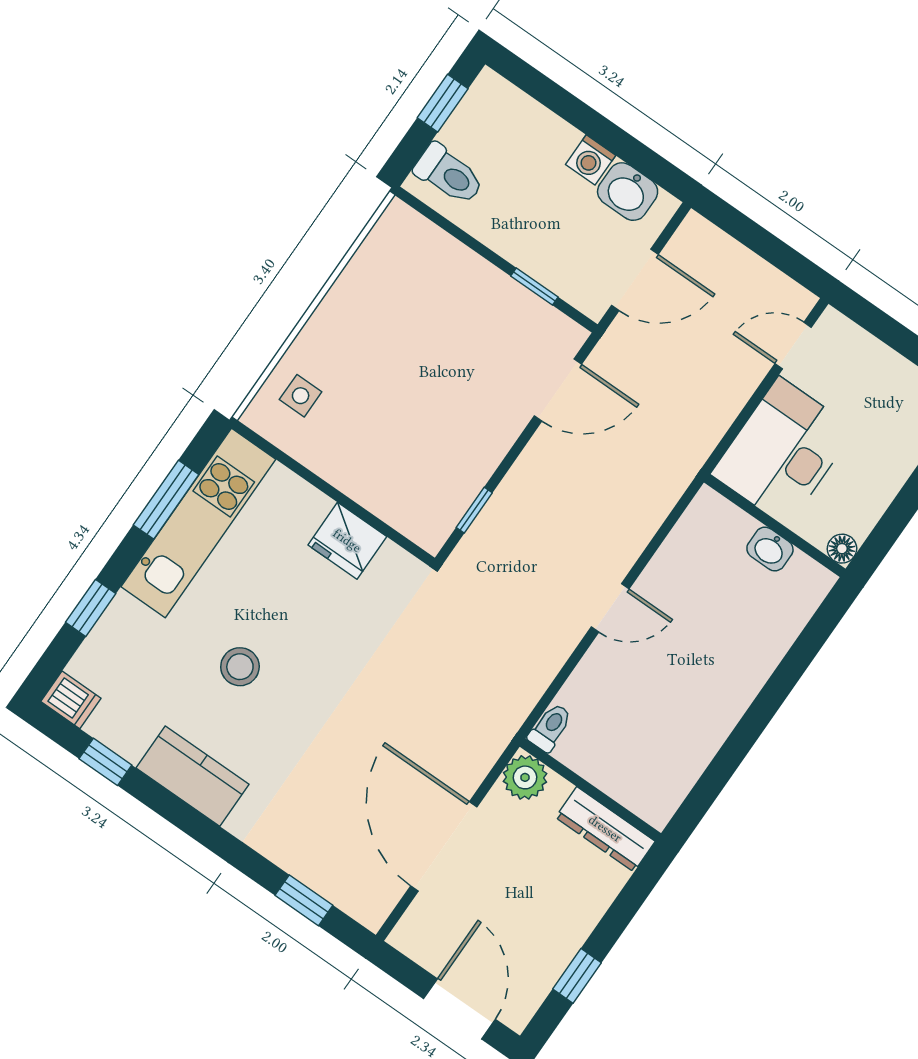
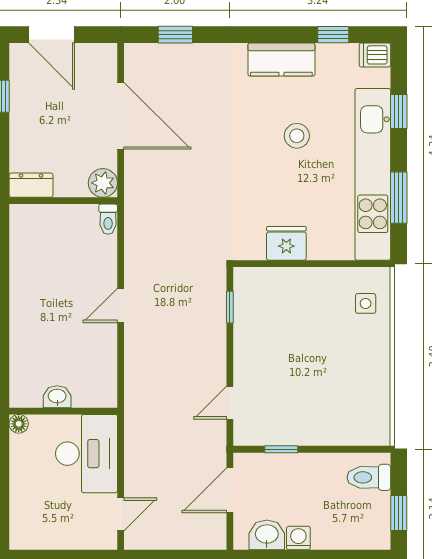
door: (558, 390) -> (230, 403), width x0.73
kitchen unit: (198, 523) -> (373, 174), width x1.36
dresser: (605, 829) -> (31, 185), width x0.70

